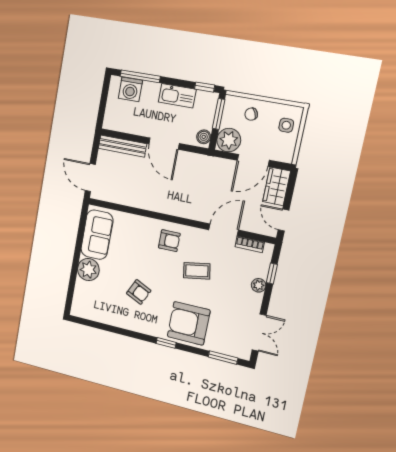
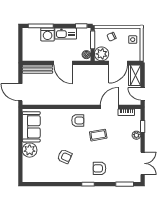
washing machine: (130, 89) -> (48, 34), moved
armchair: (189, 323) -> (100, 168), width x0.53, depth x0.53

